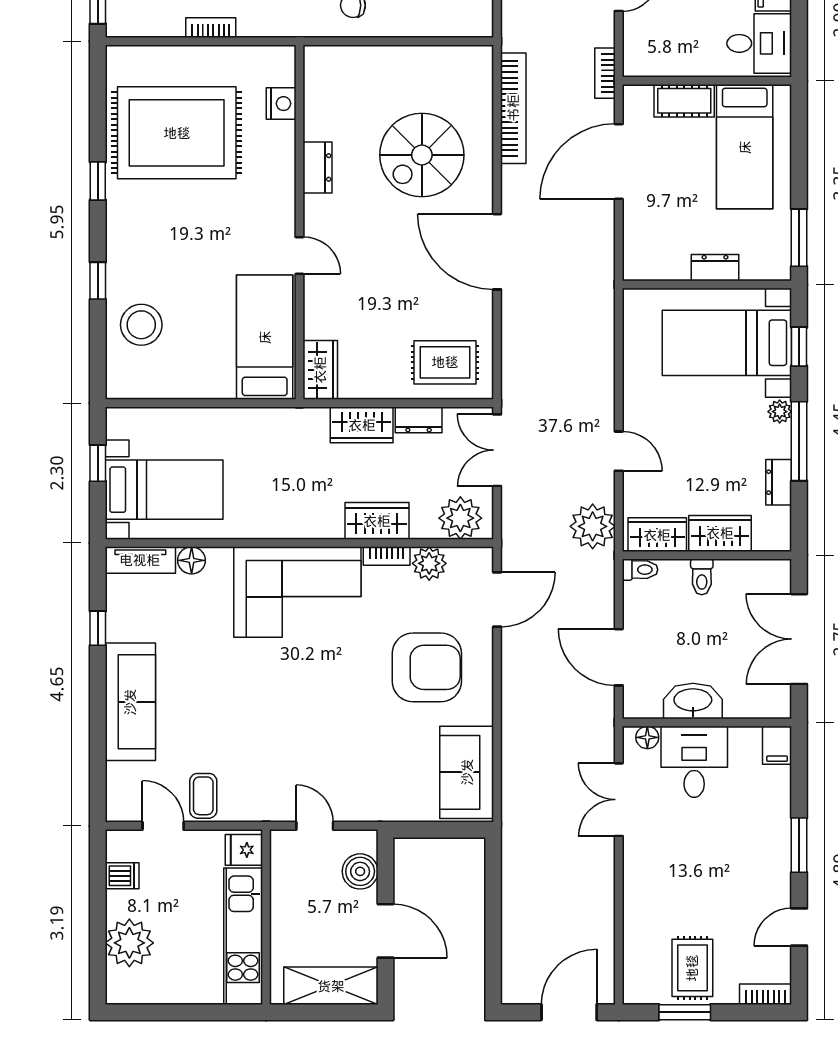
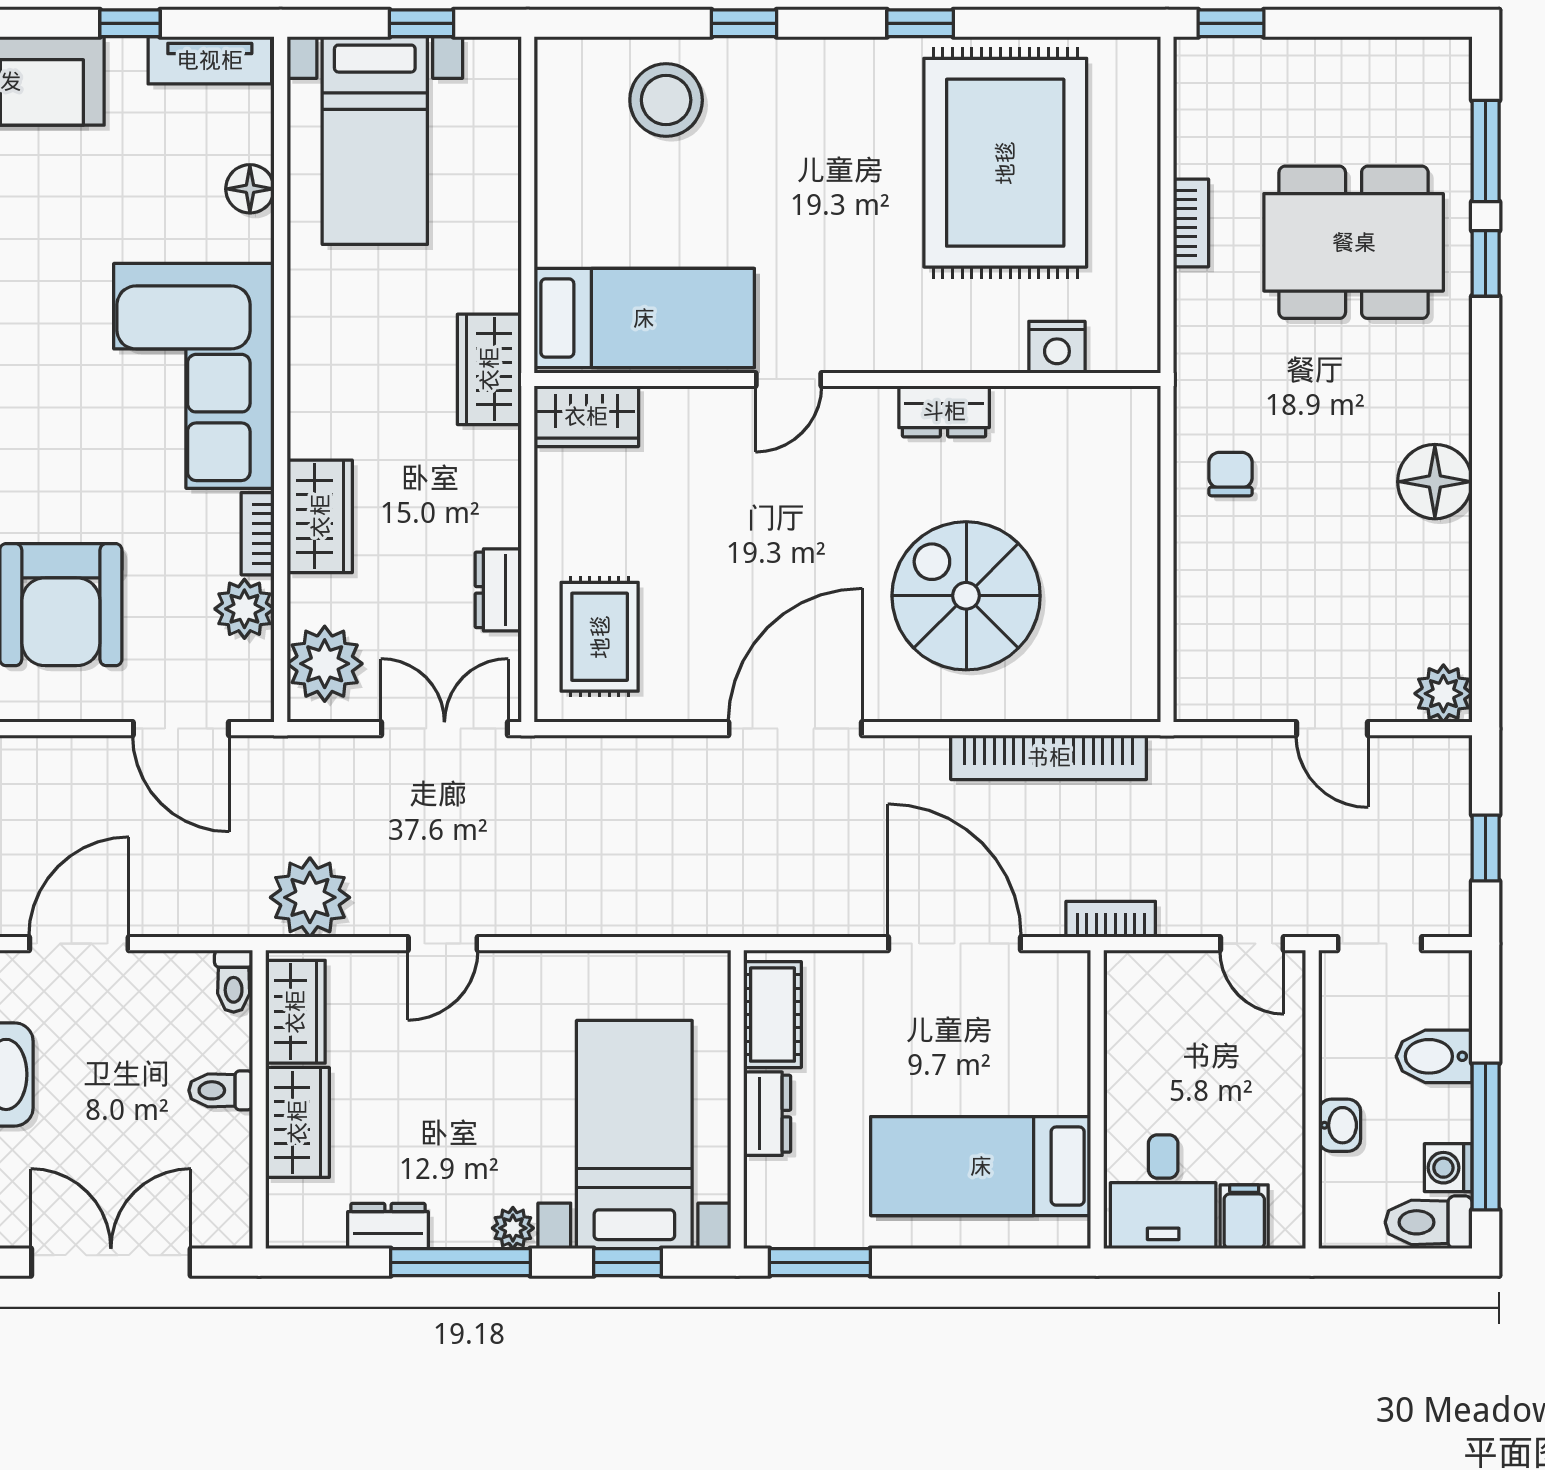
cot: (684, 101) -> (772, 1015), moved
wardrobe: (362, 425) -> (489, 369), moved
tv unit: (140, 560) -> (210, 60), moved, turned -90

